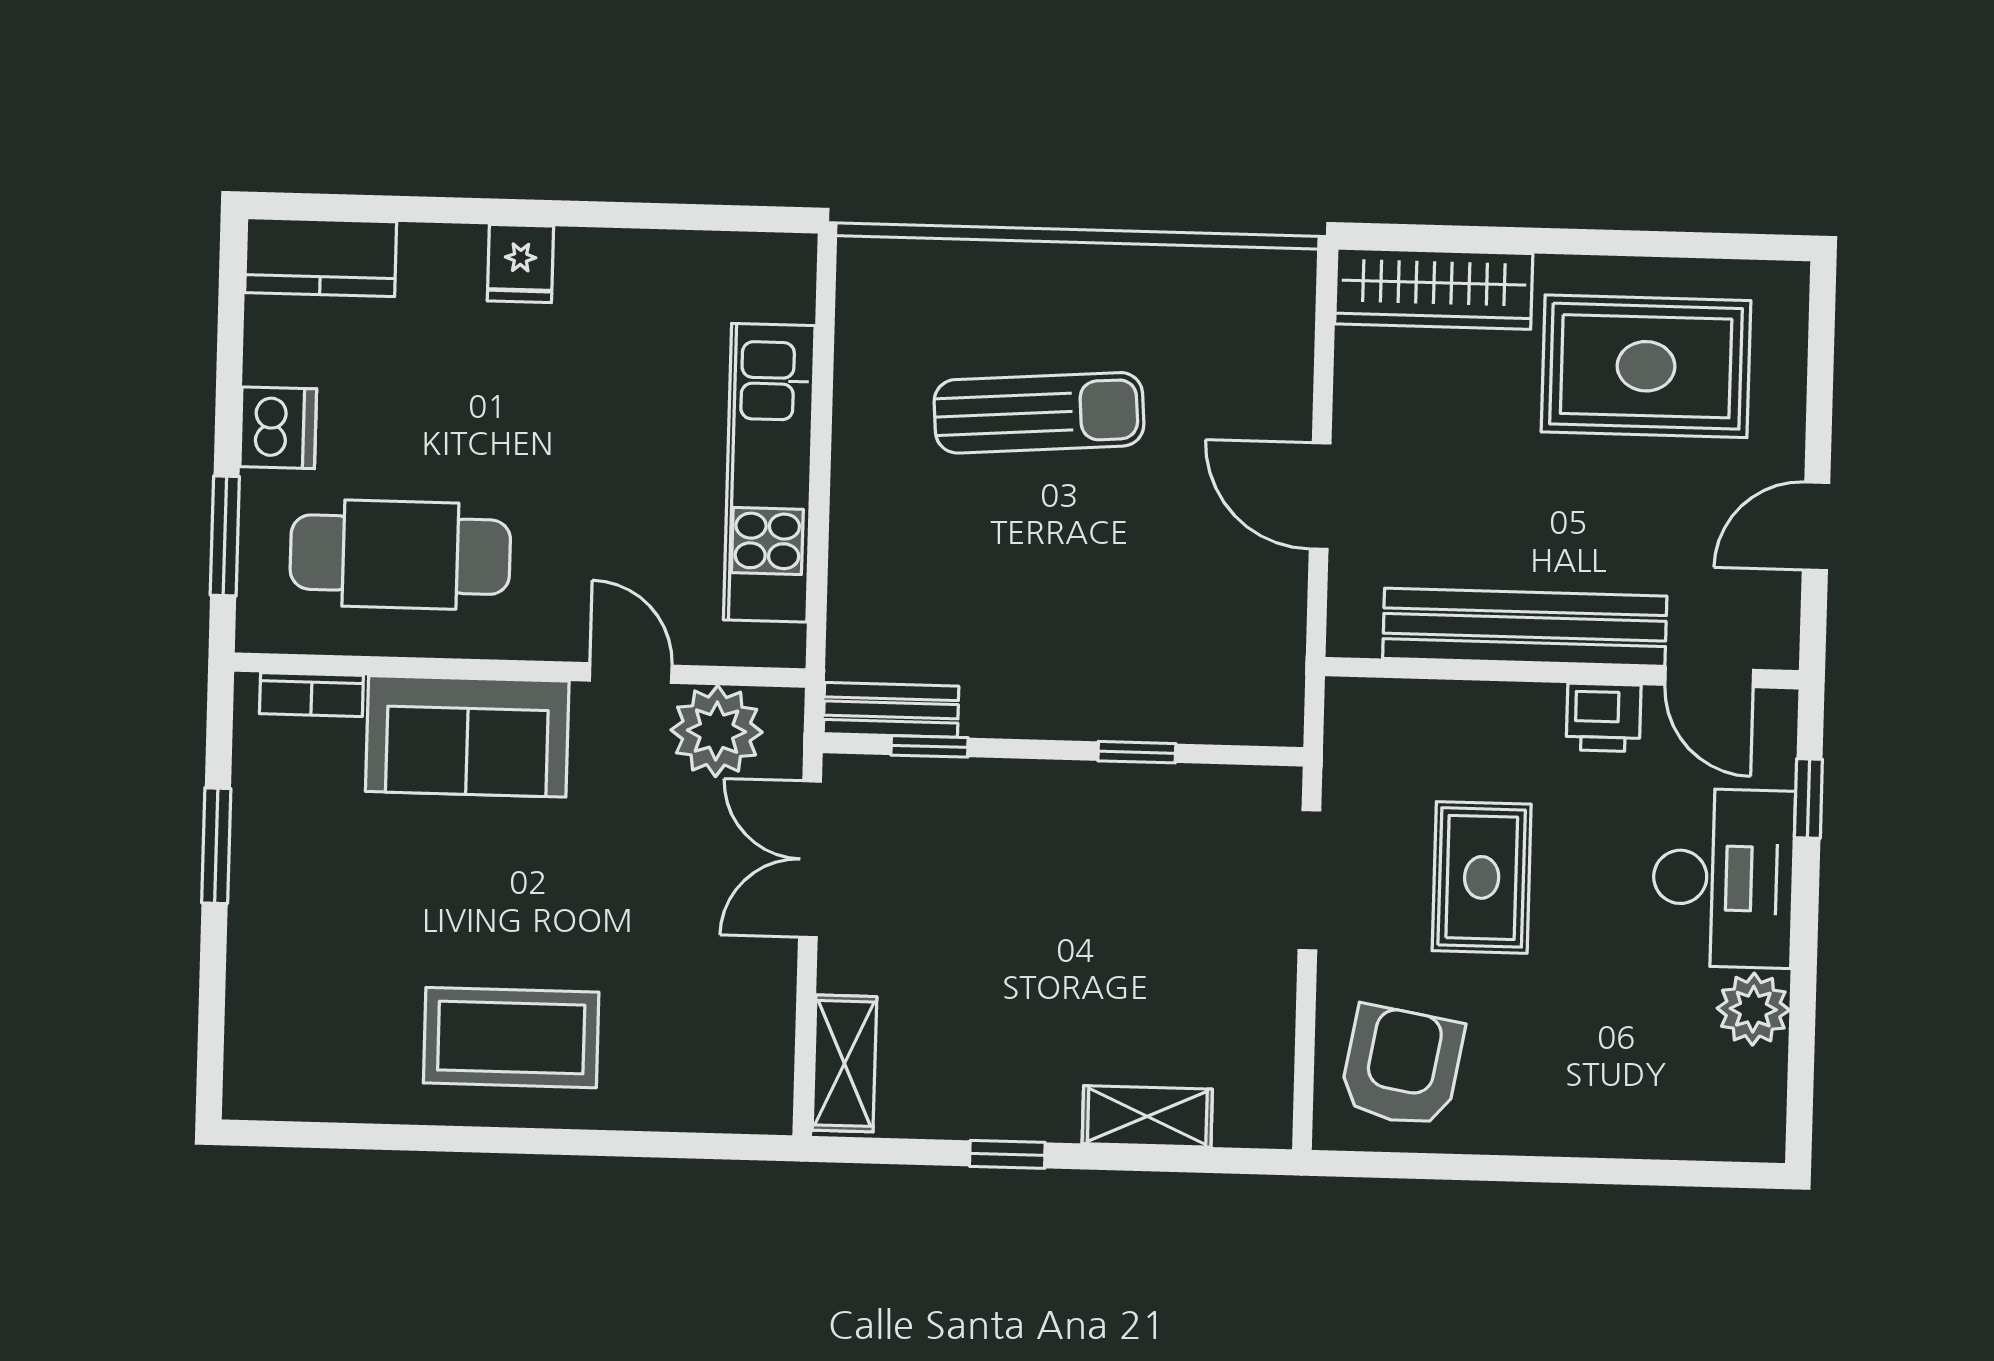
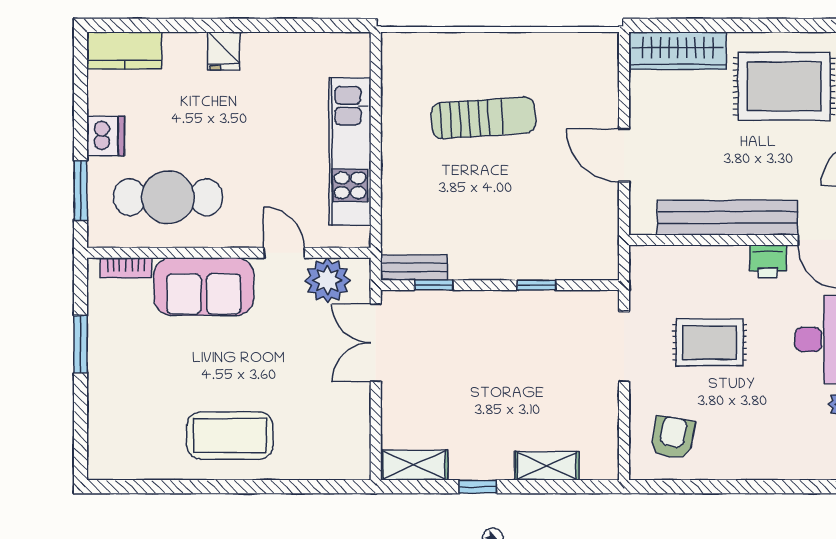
rug: (1482, 877) -> (710, 343), turned 90
shelving: (844, 1063) -> (414, 465), moved, turned 90
armchair: (1402, 1066) -> (673, 438), width x0.72, depth x0.72

